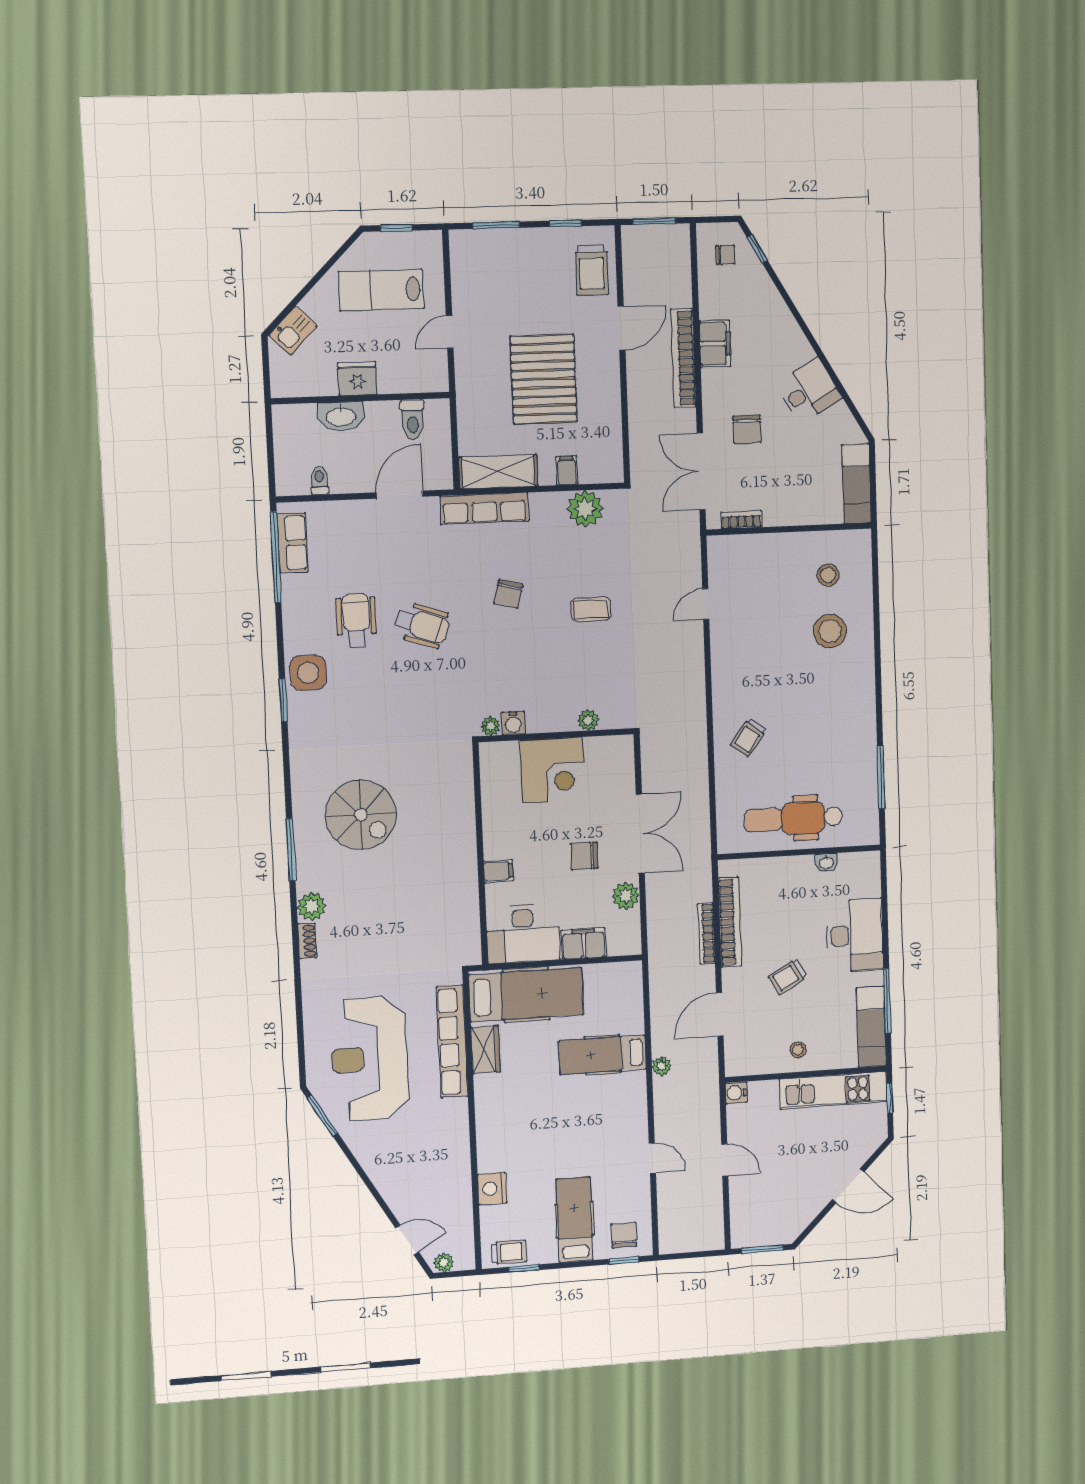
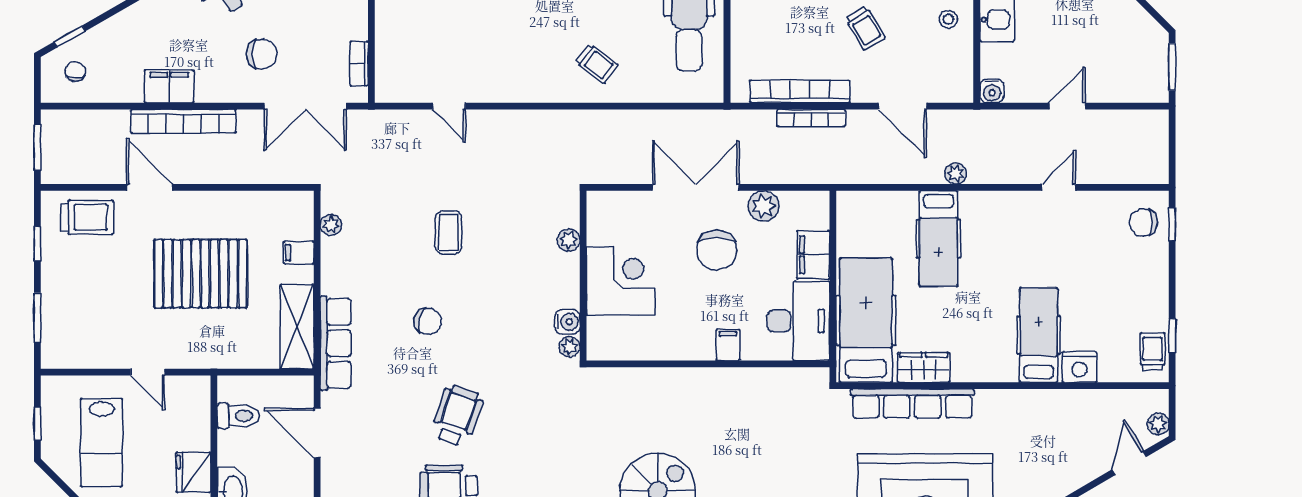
plant: (585, 509) -> (331, 225), width x0.53, depth x0.53
chair: (584, 856) -> (717, 250), width x1.37, depth x1.37
hospital bed: (575, 1220) -> (1039, 335), moved, turned 90

